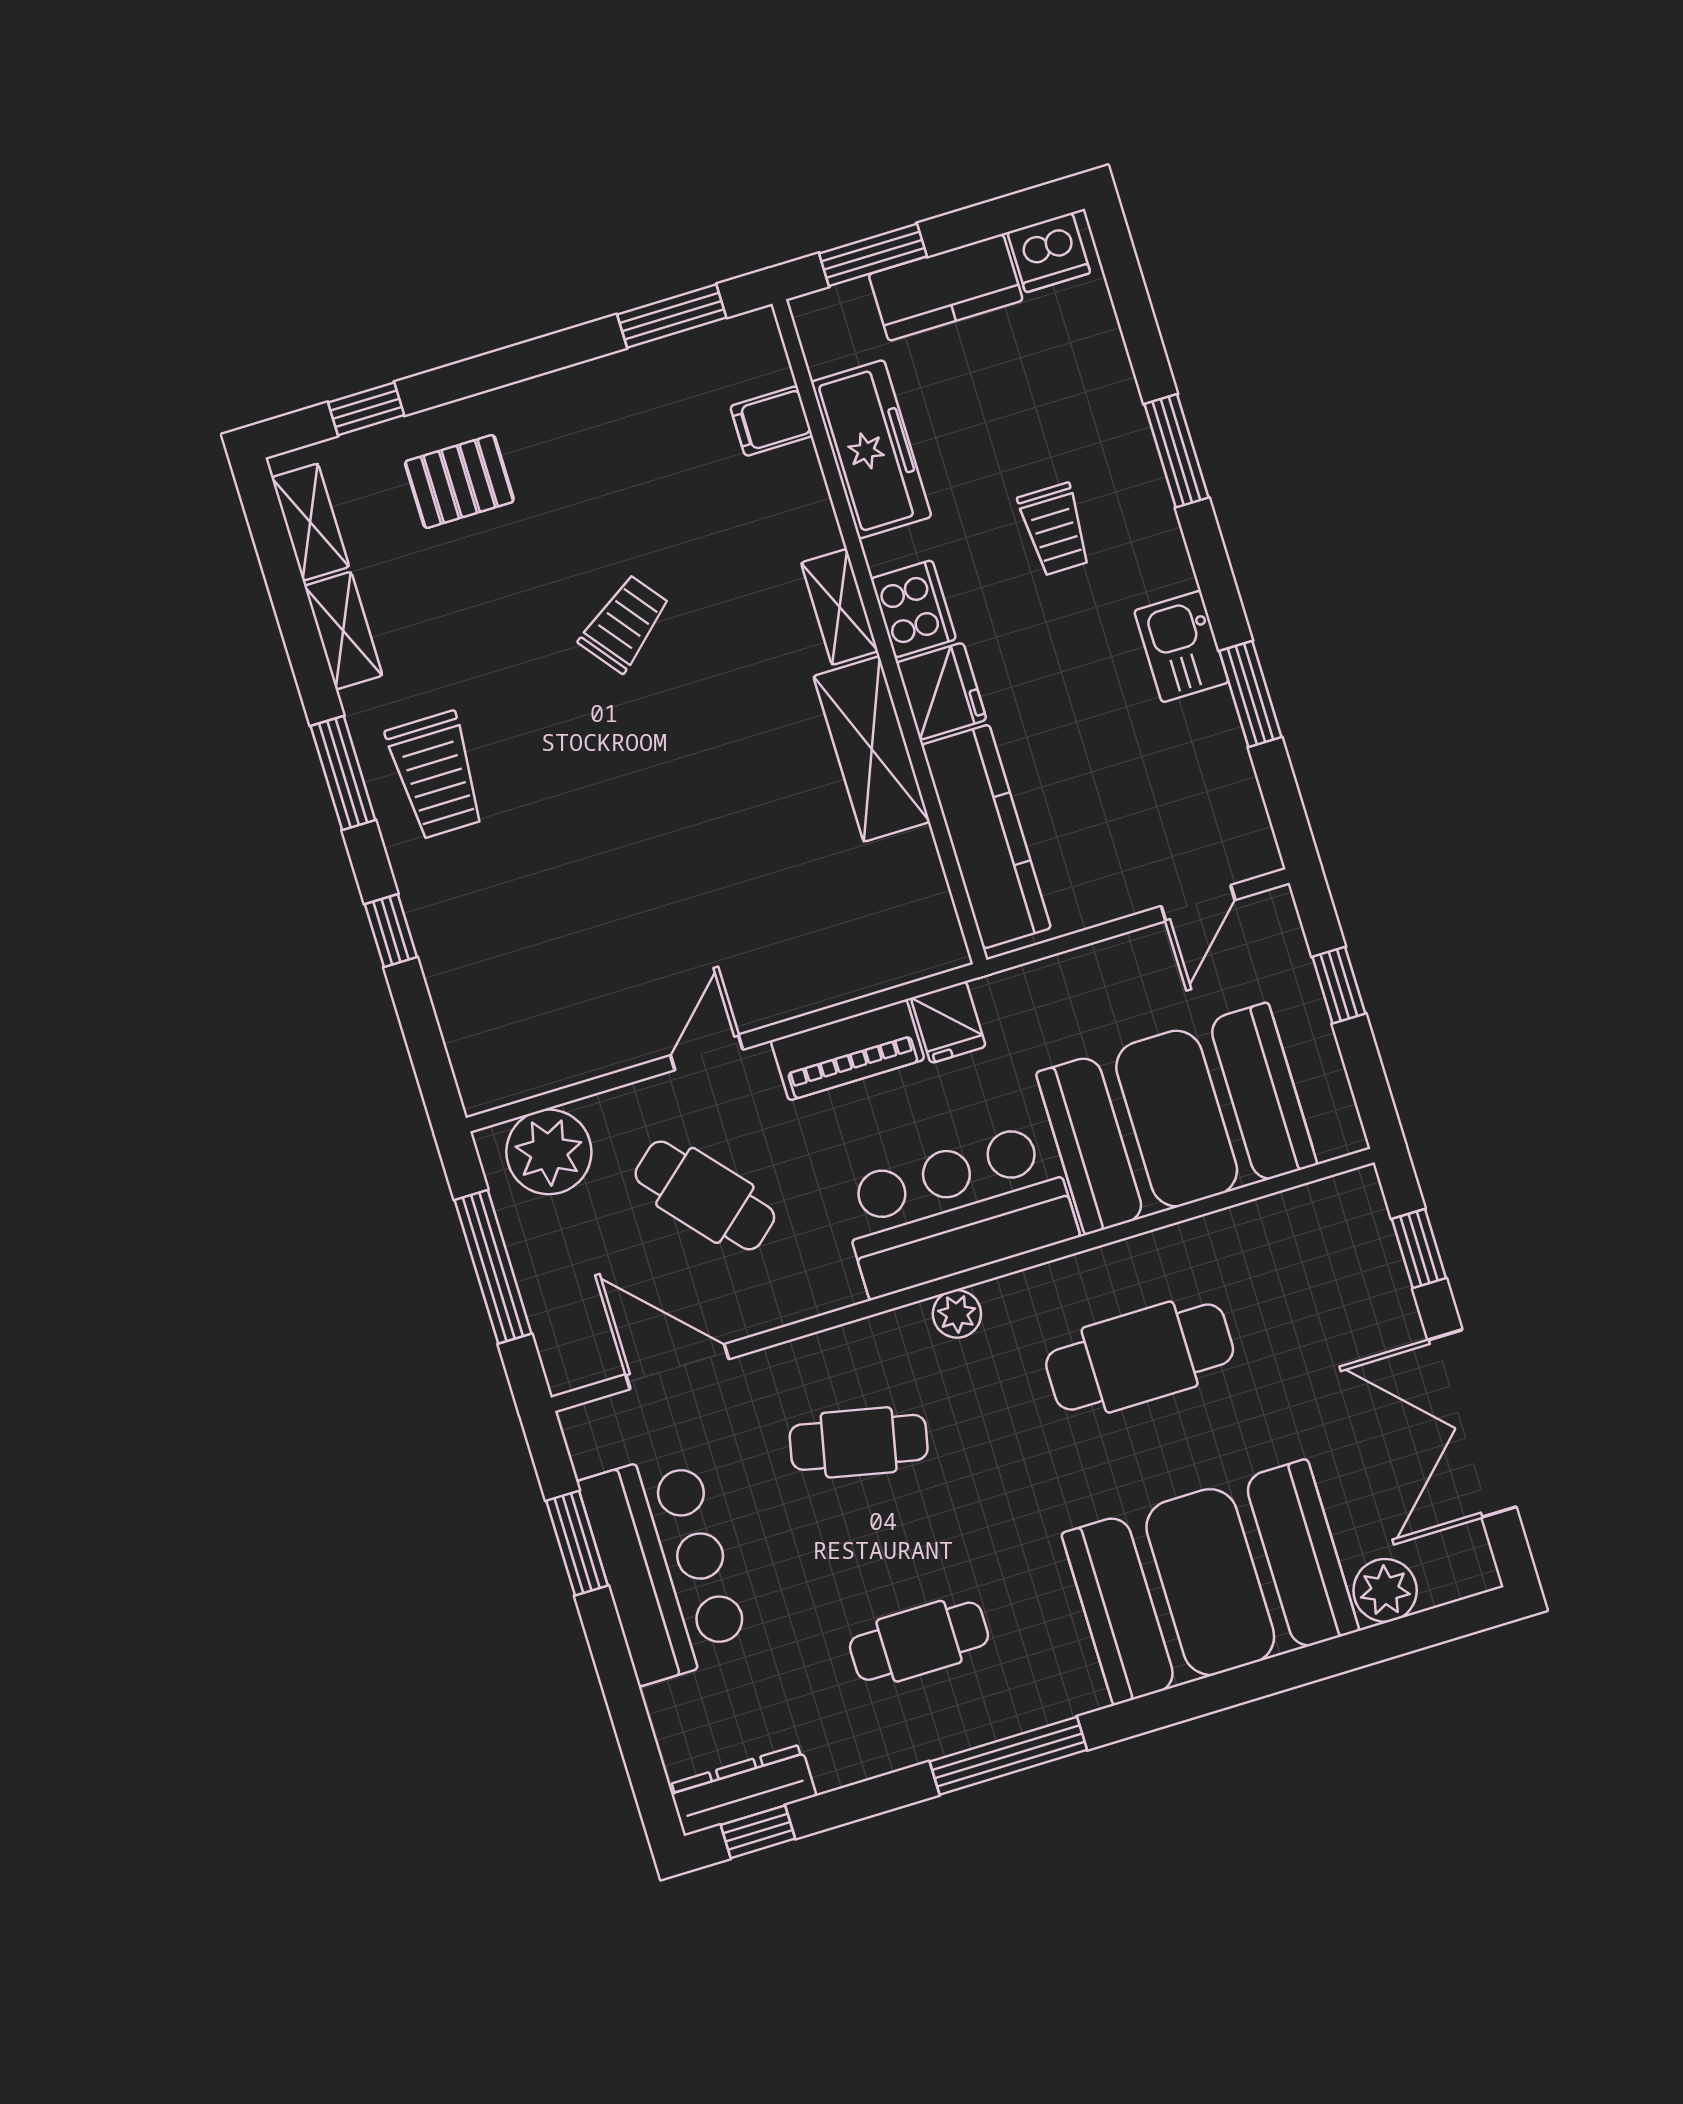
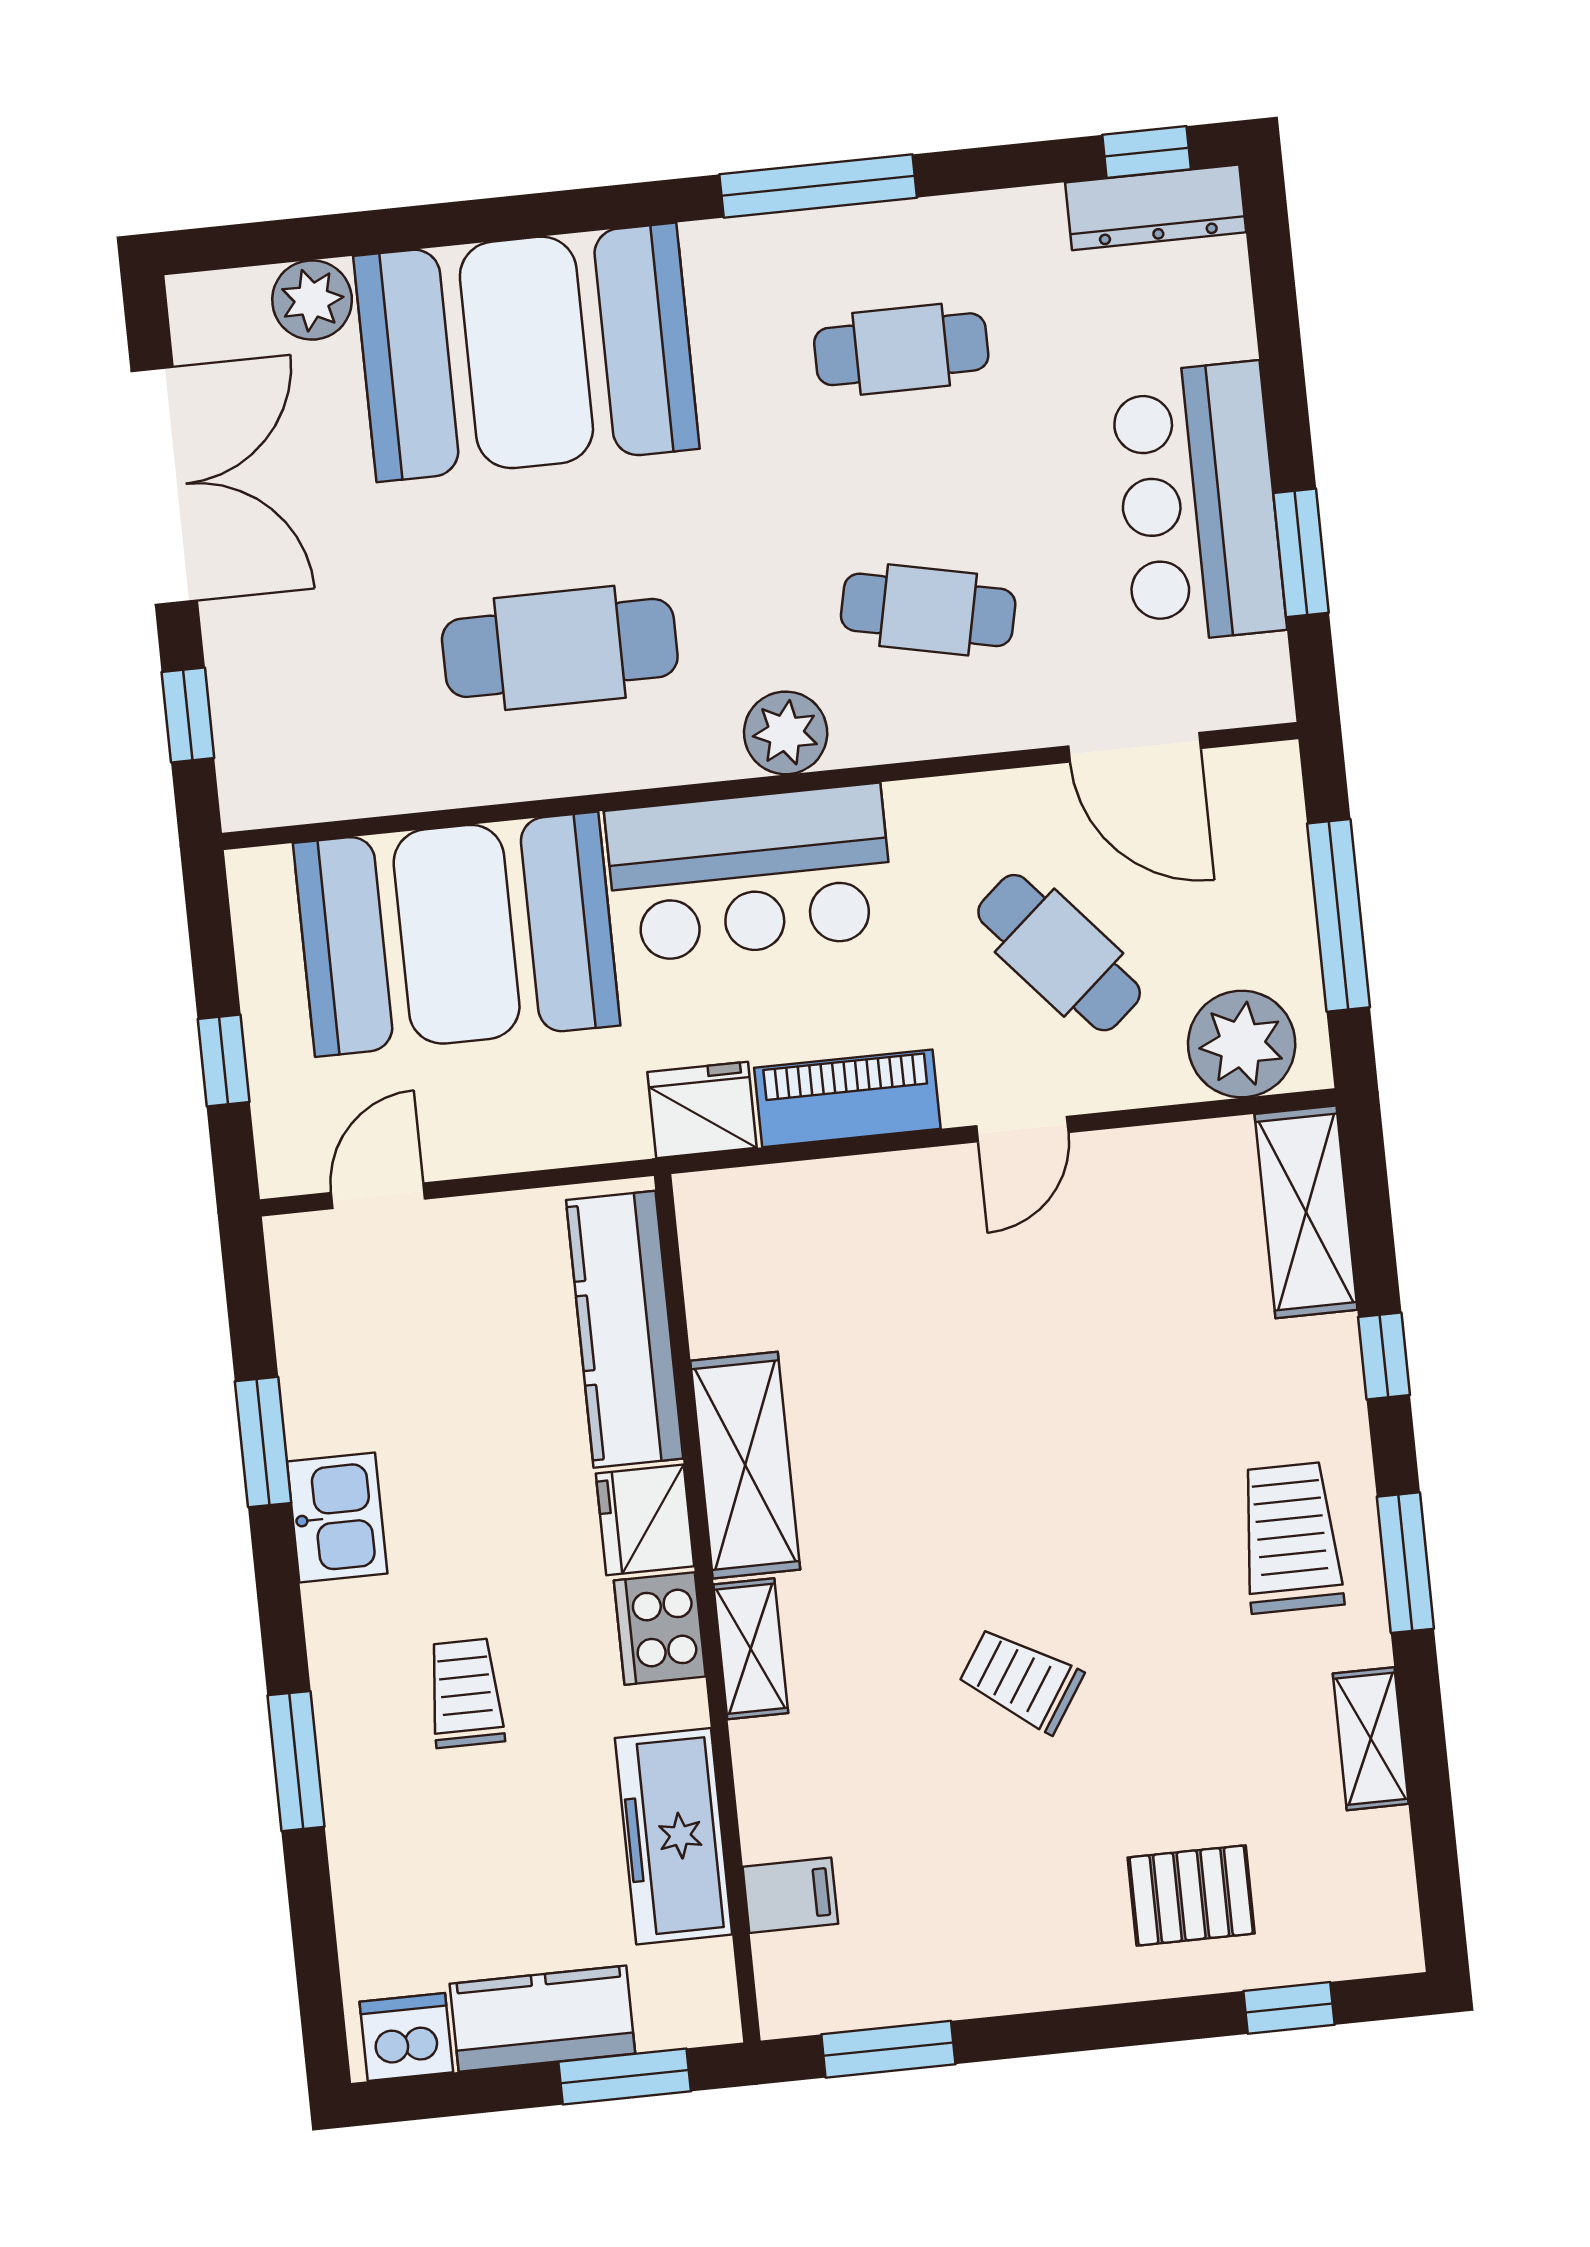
shelving: (310, 522) -> (1306, 1212), moved, width x1.50, depth x1.33
trolley: (625, 624) -> (1021, 1680), turned 71
fridge: (948, 1022) -> (702, 1110), width x1.38
plant: (957, 1314) -> (786, 733), width x1.38, depth x1.38

